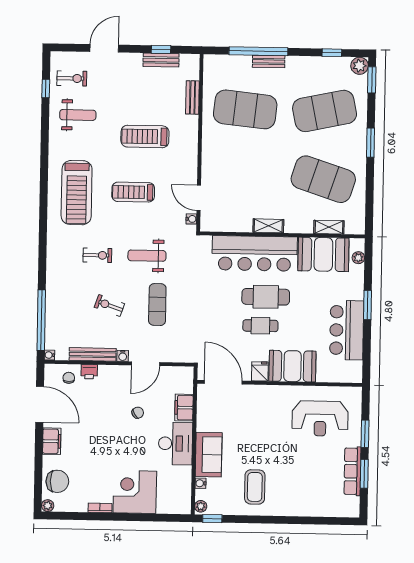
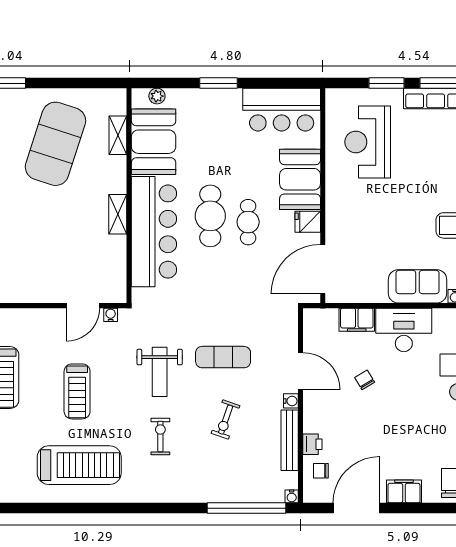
bar counter: (347, 330) -> (282, 110), moved
reception desk: (320, 419) -> (368, 142), turned 180

